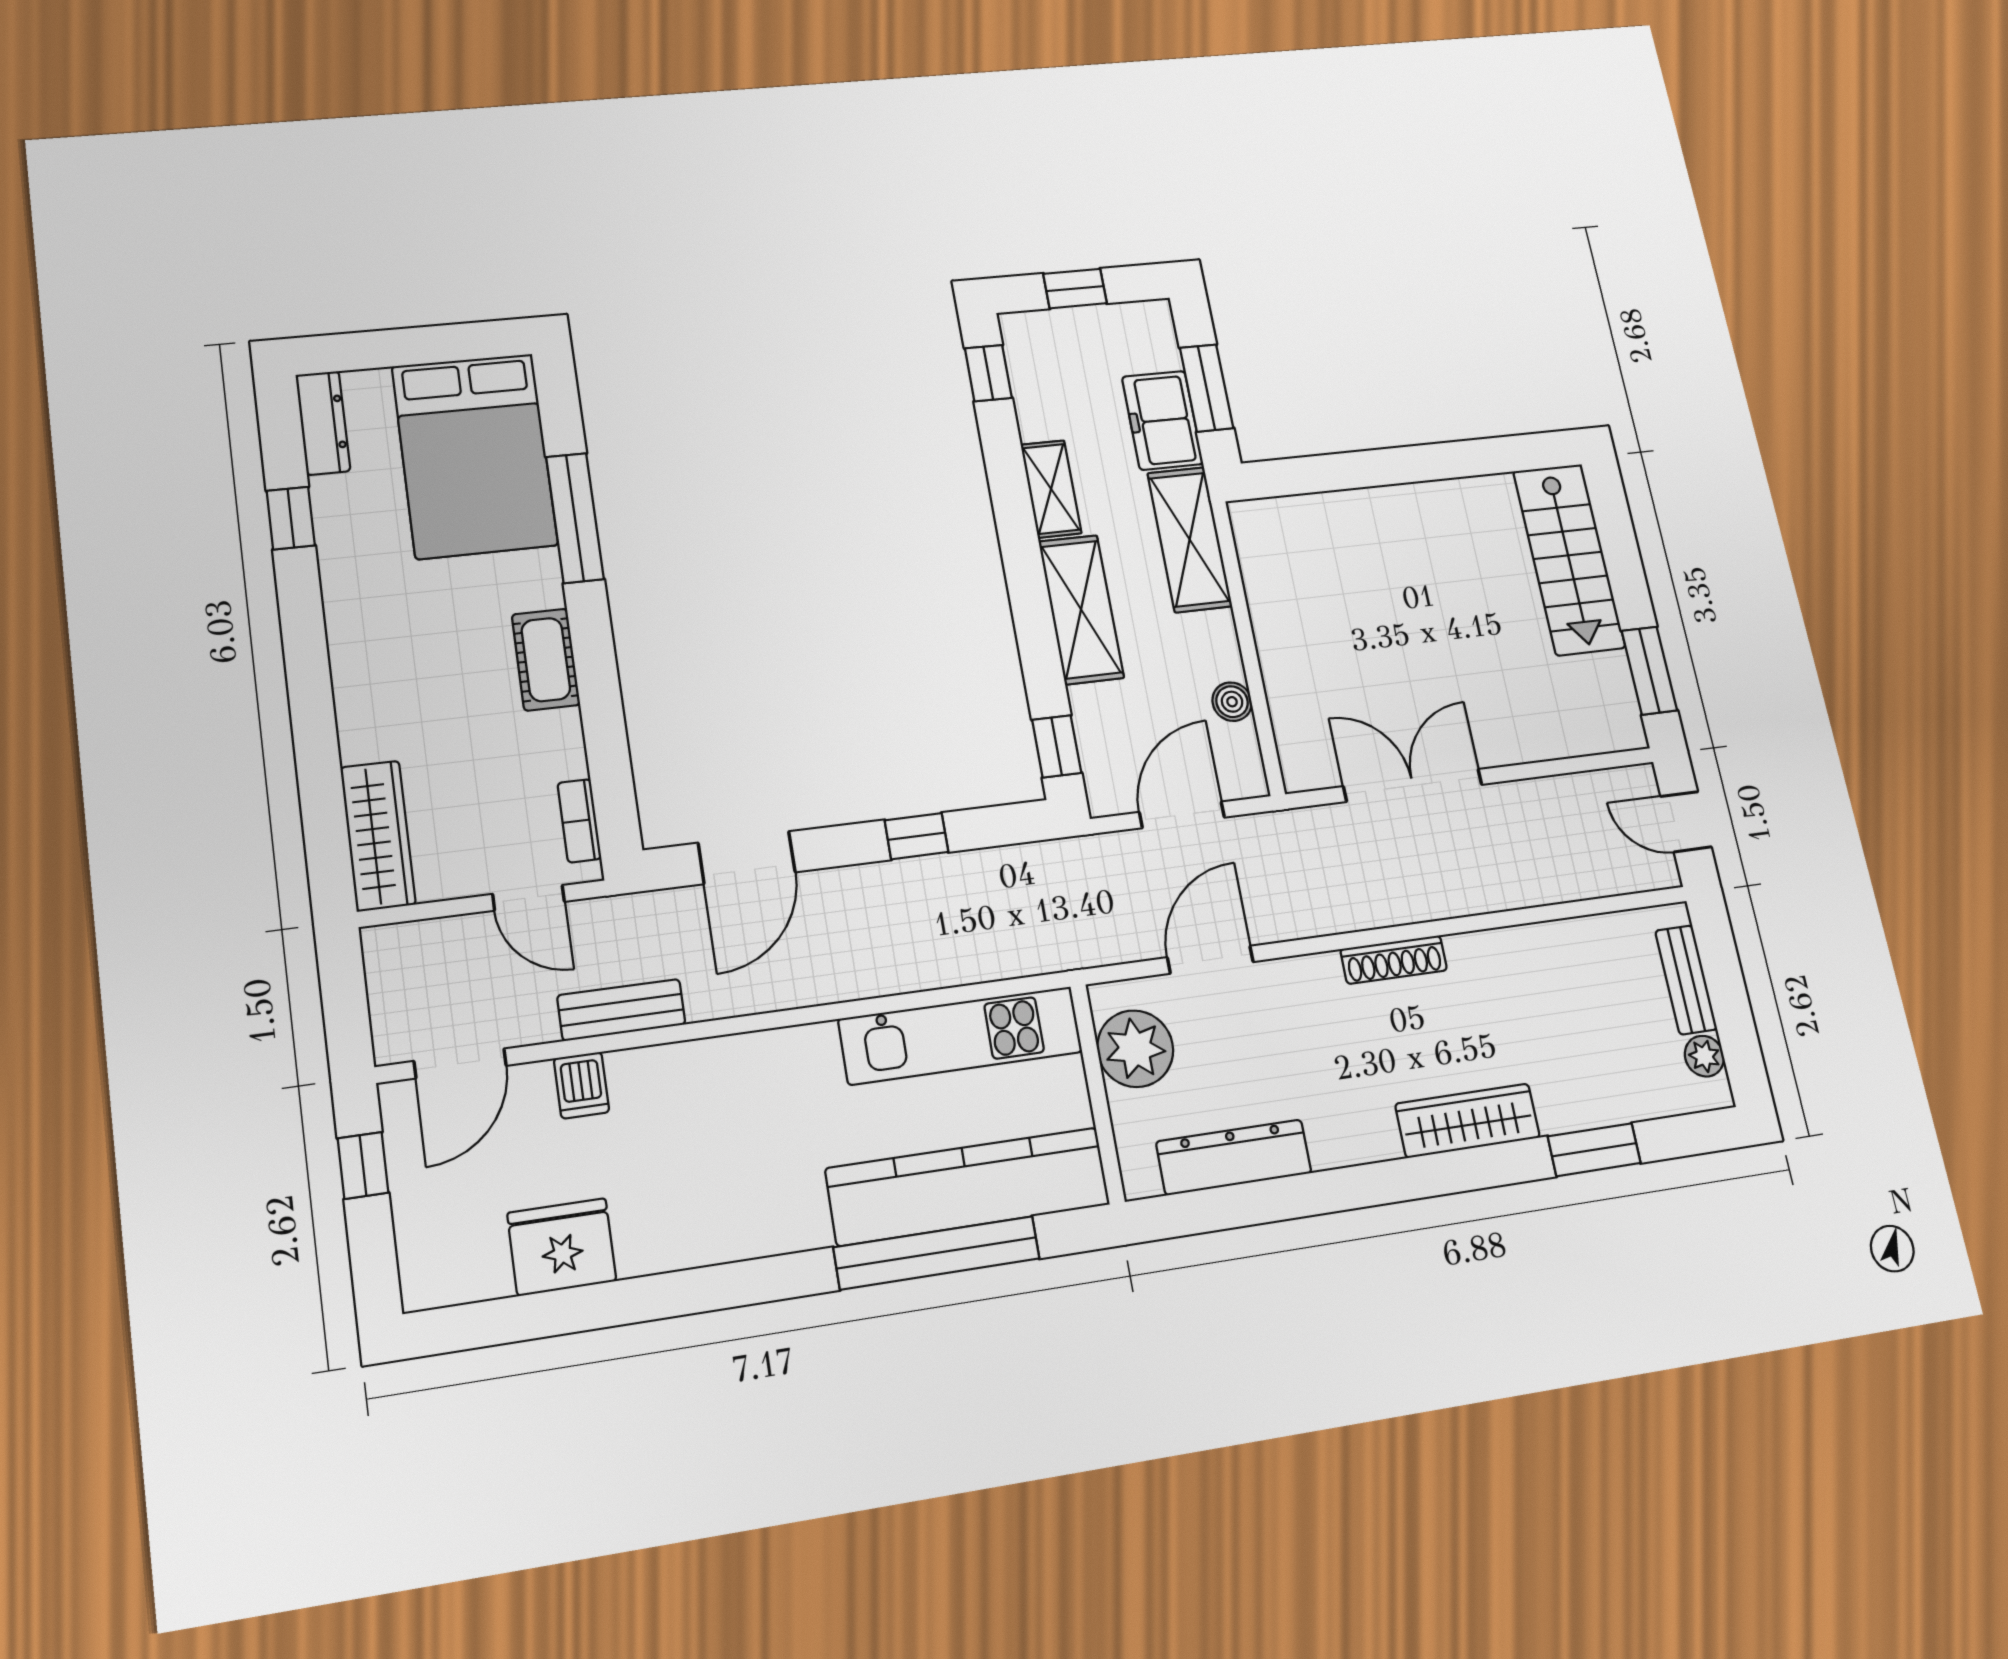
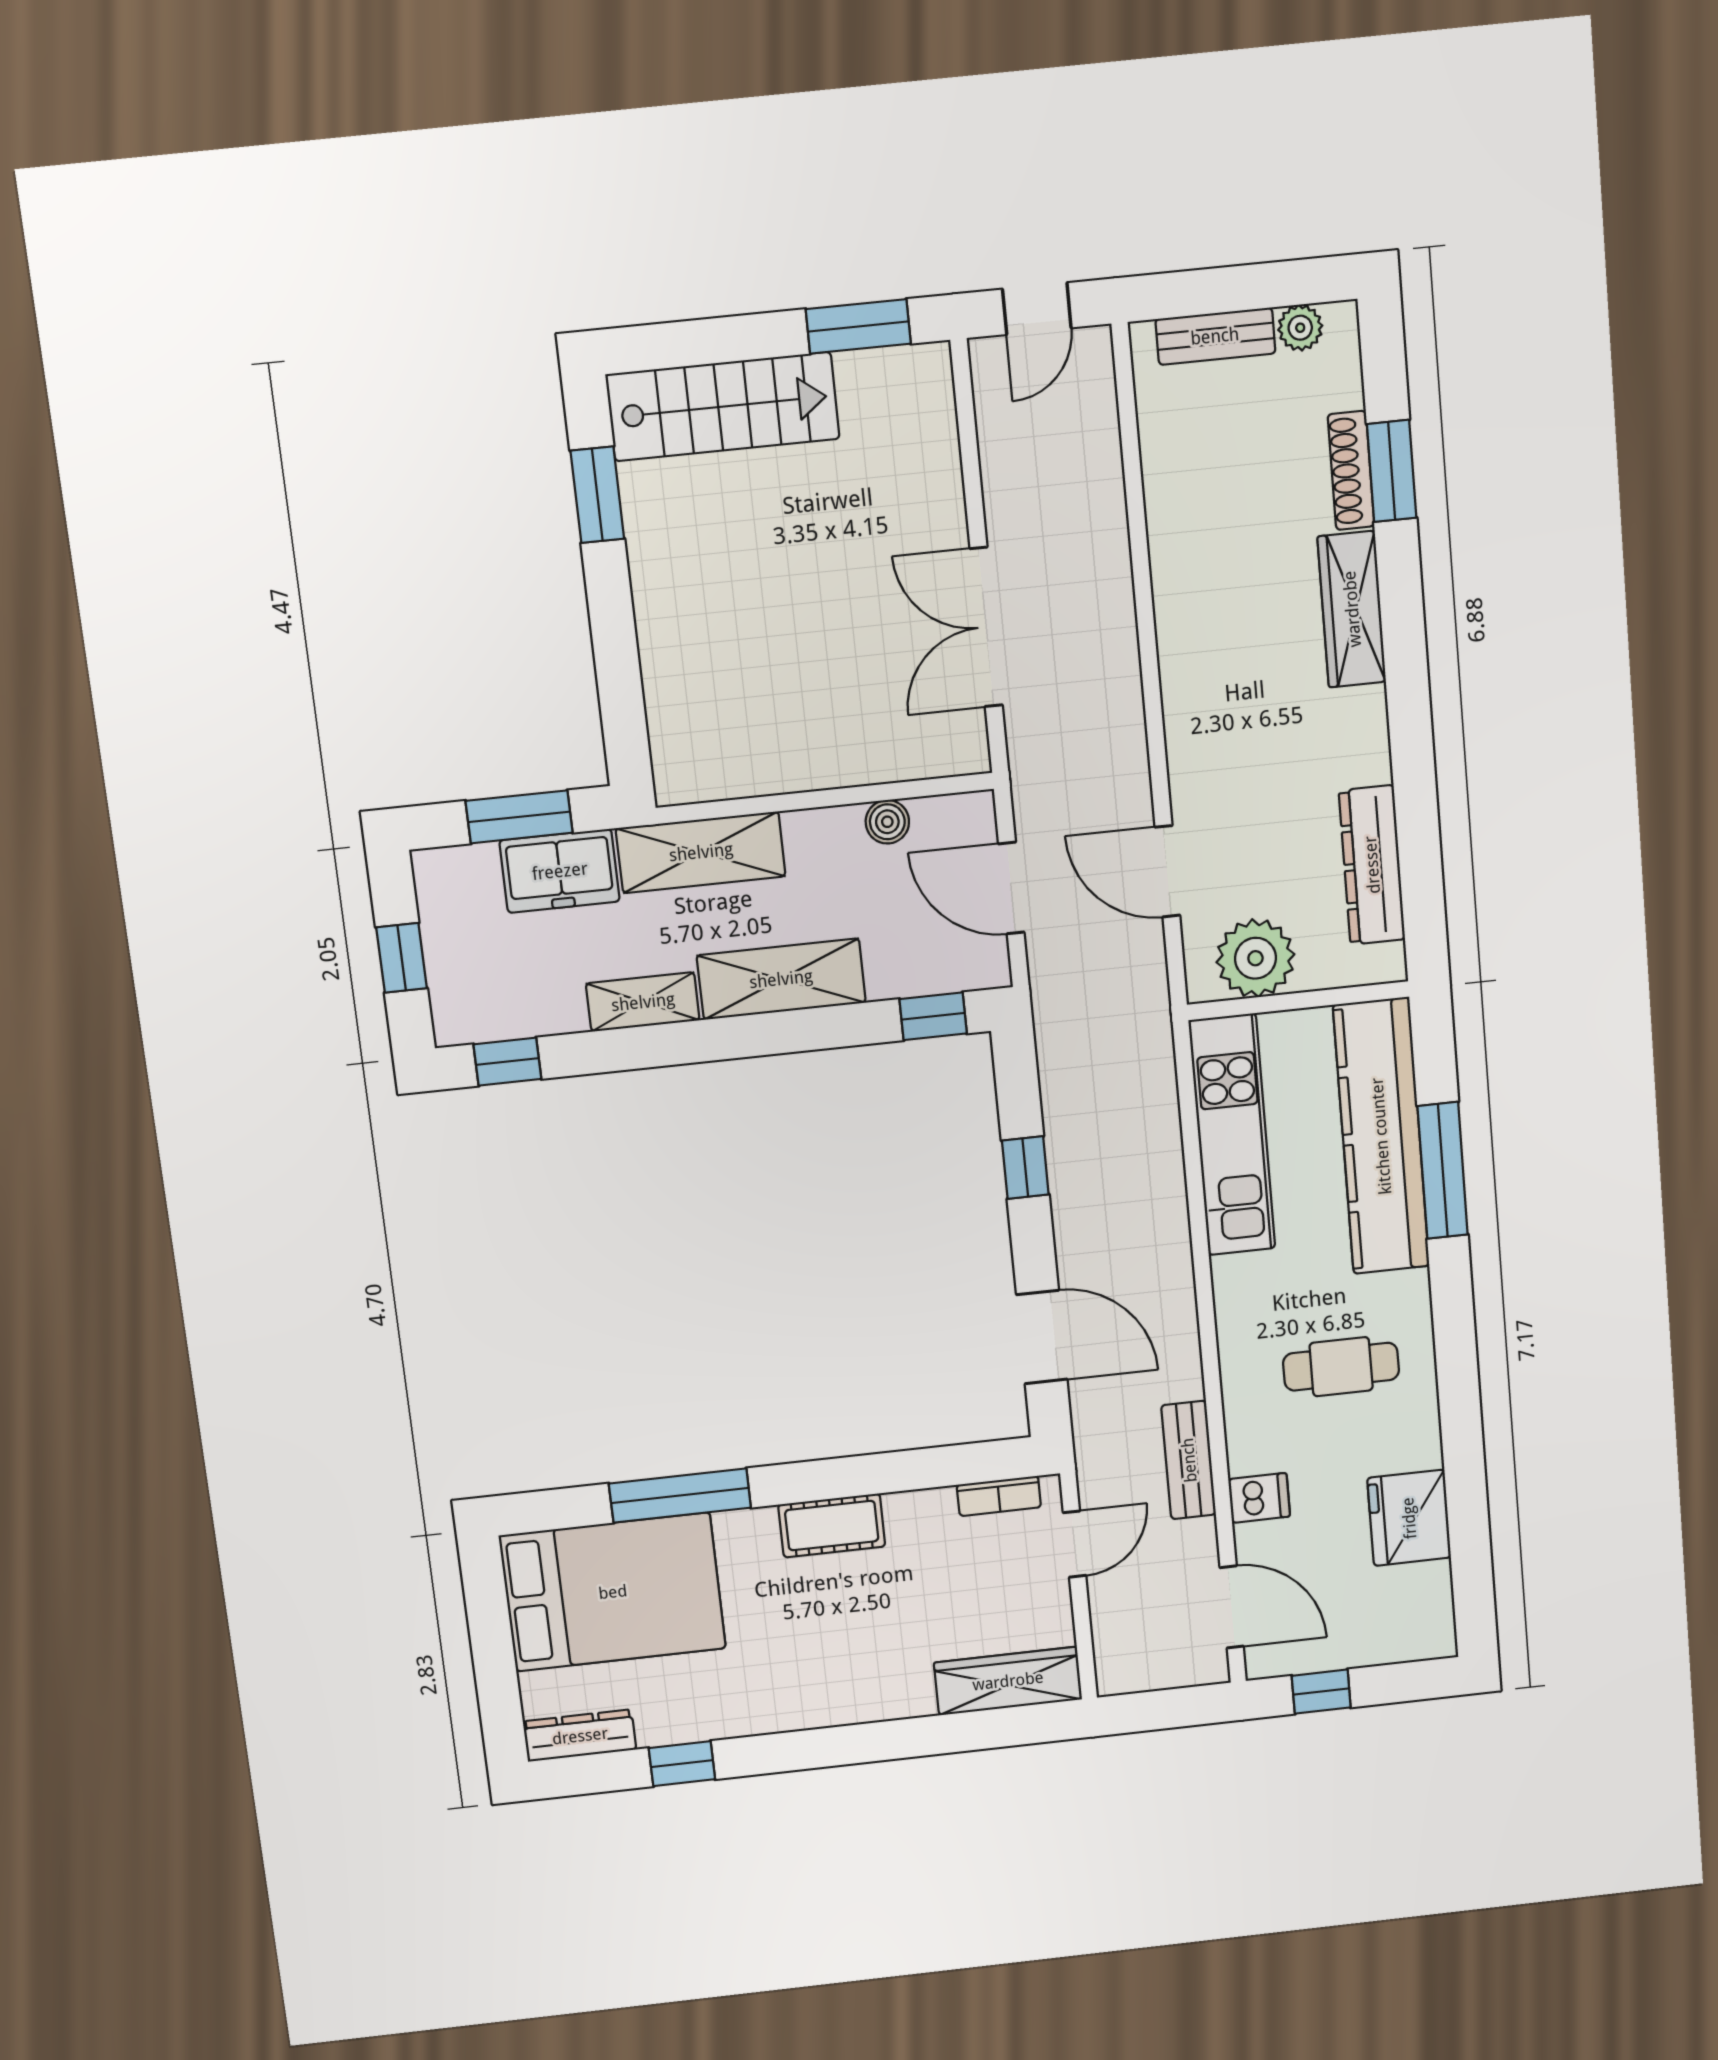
window: (1484, 457) -> (597, 495), added
shoe rack: (1394, 960) -> (1351, 470), moved, turned 180
cafe table: (726, 1162) -> (1341, 1367), added
window: (937, 1253) -> (1443, 1170), width x0.68

